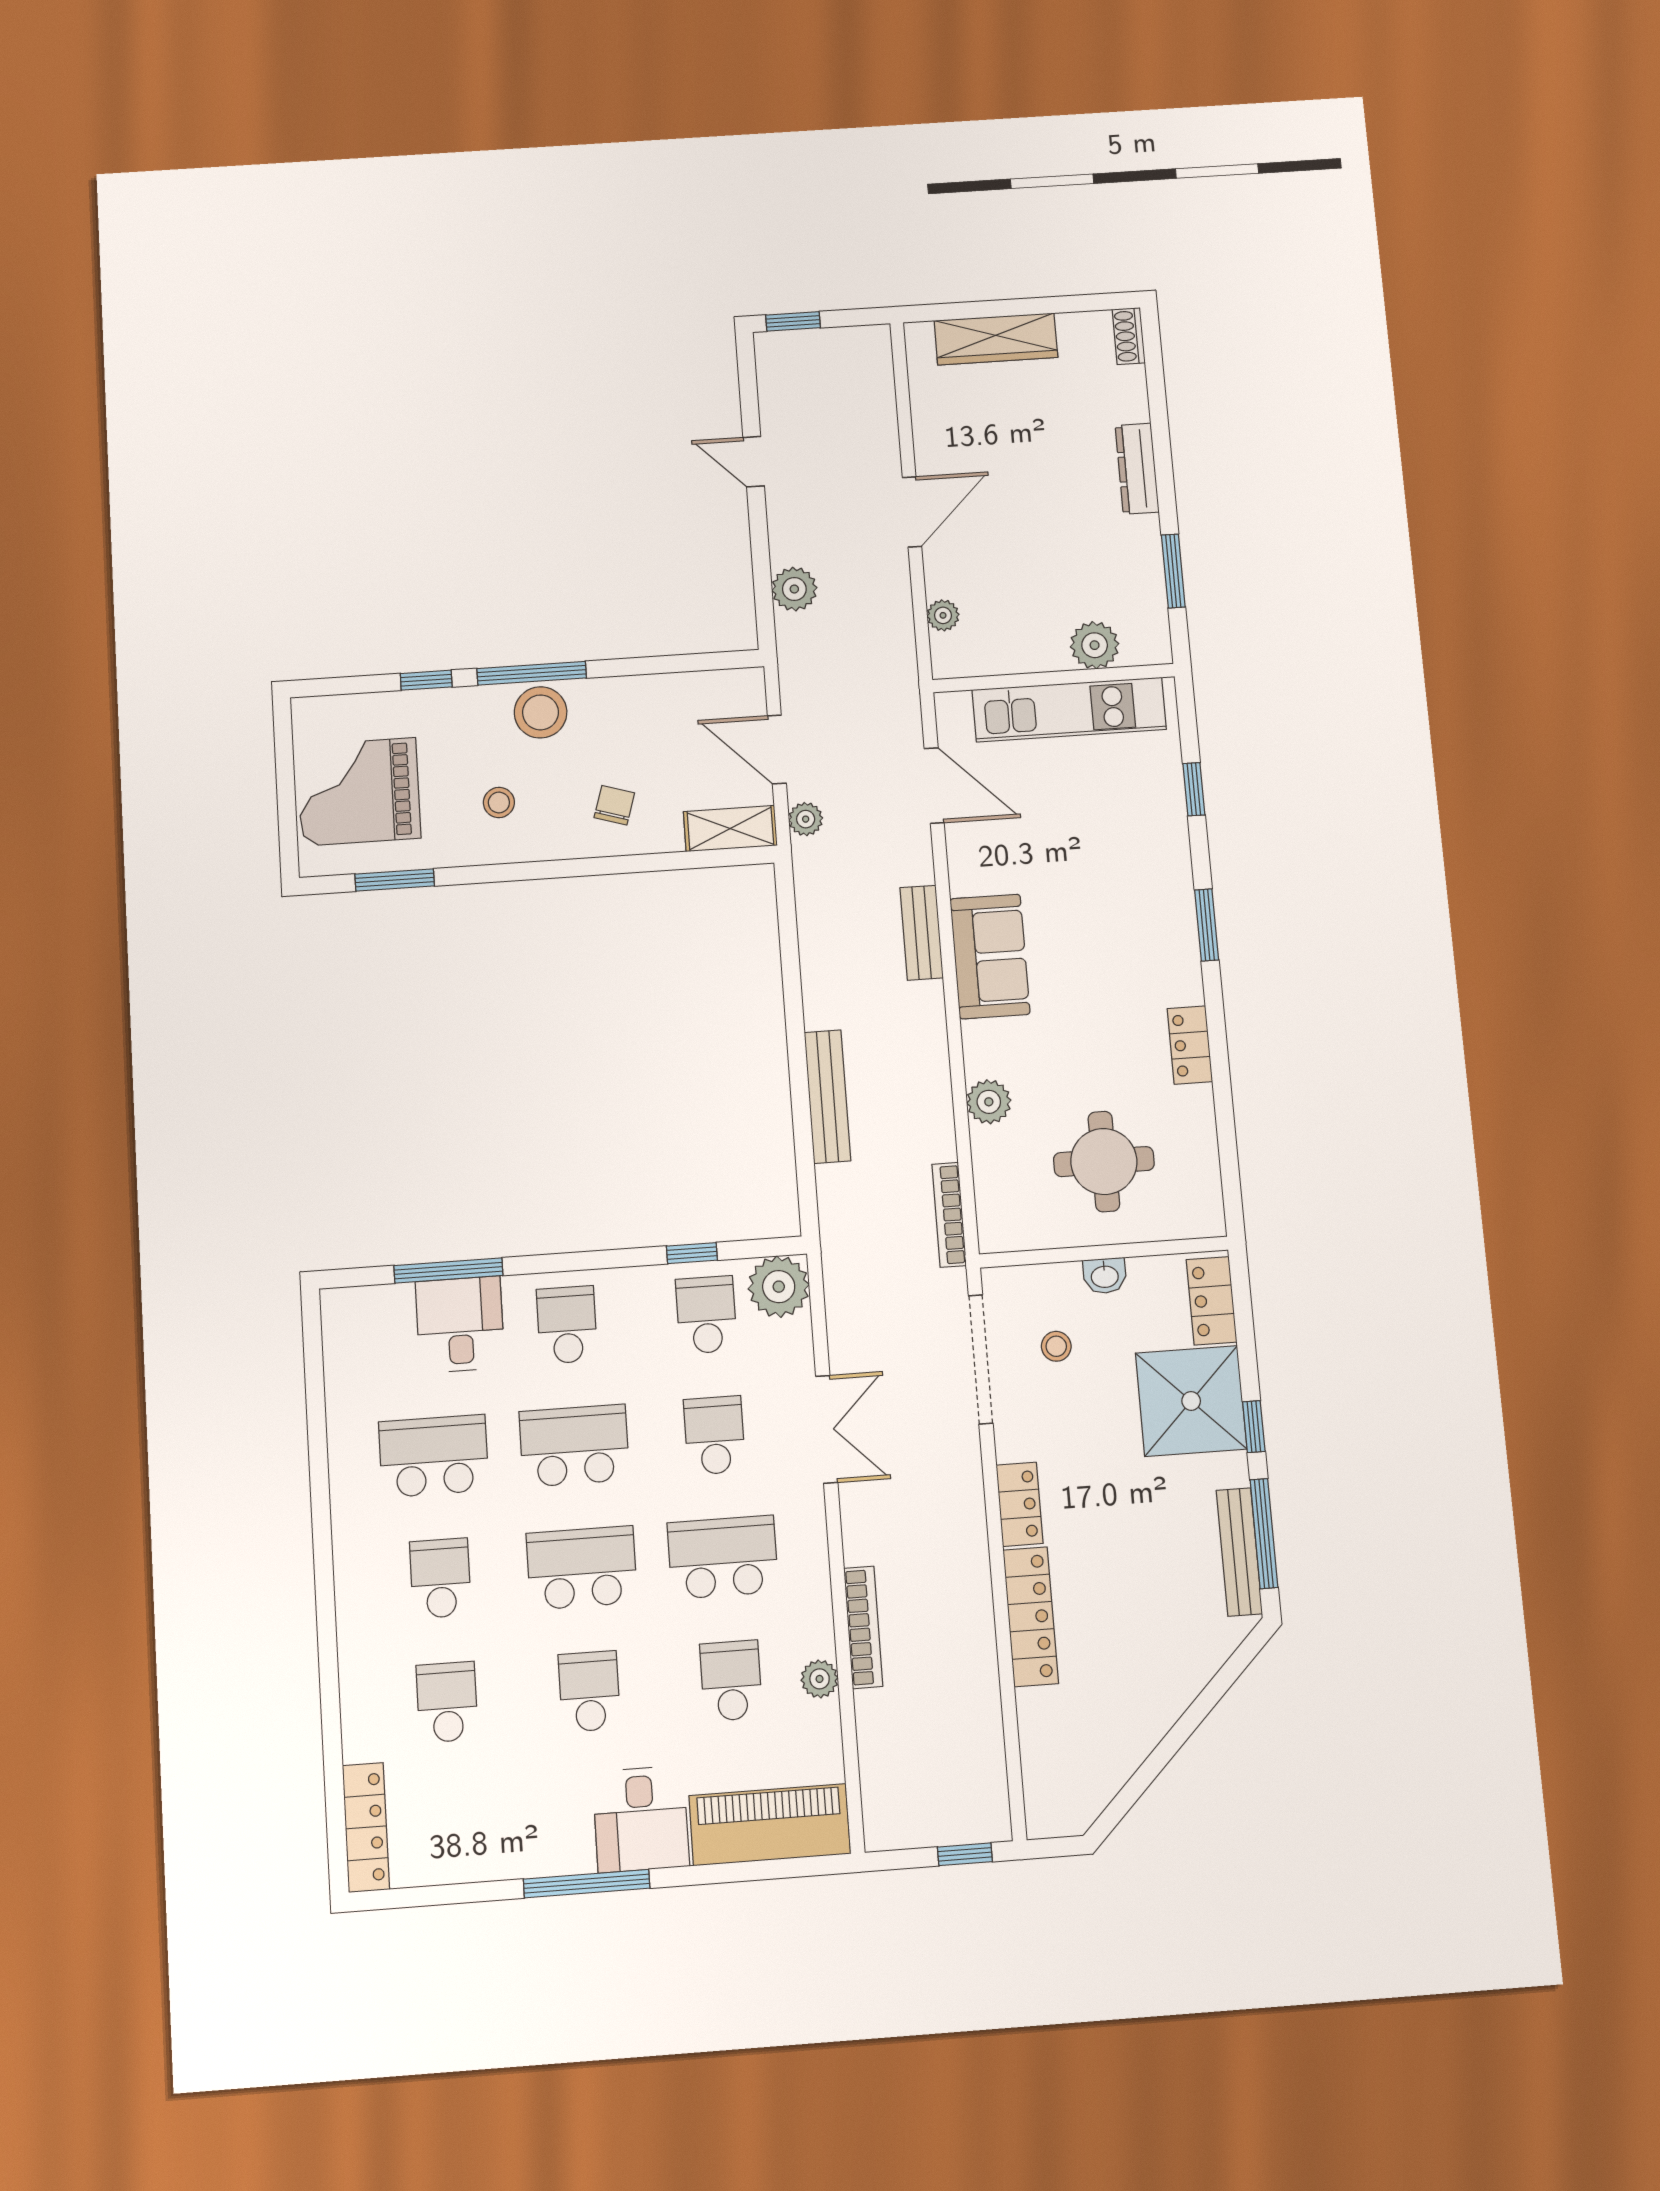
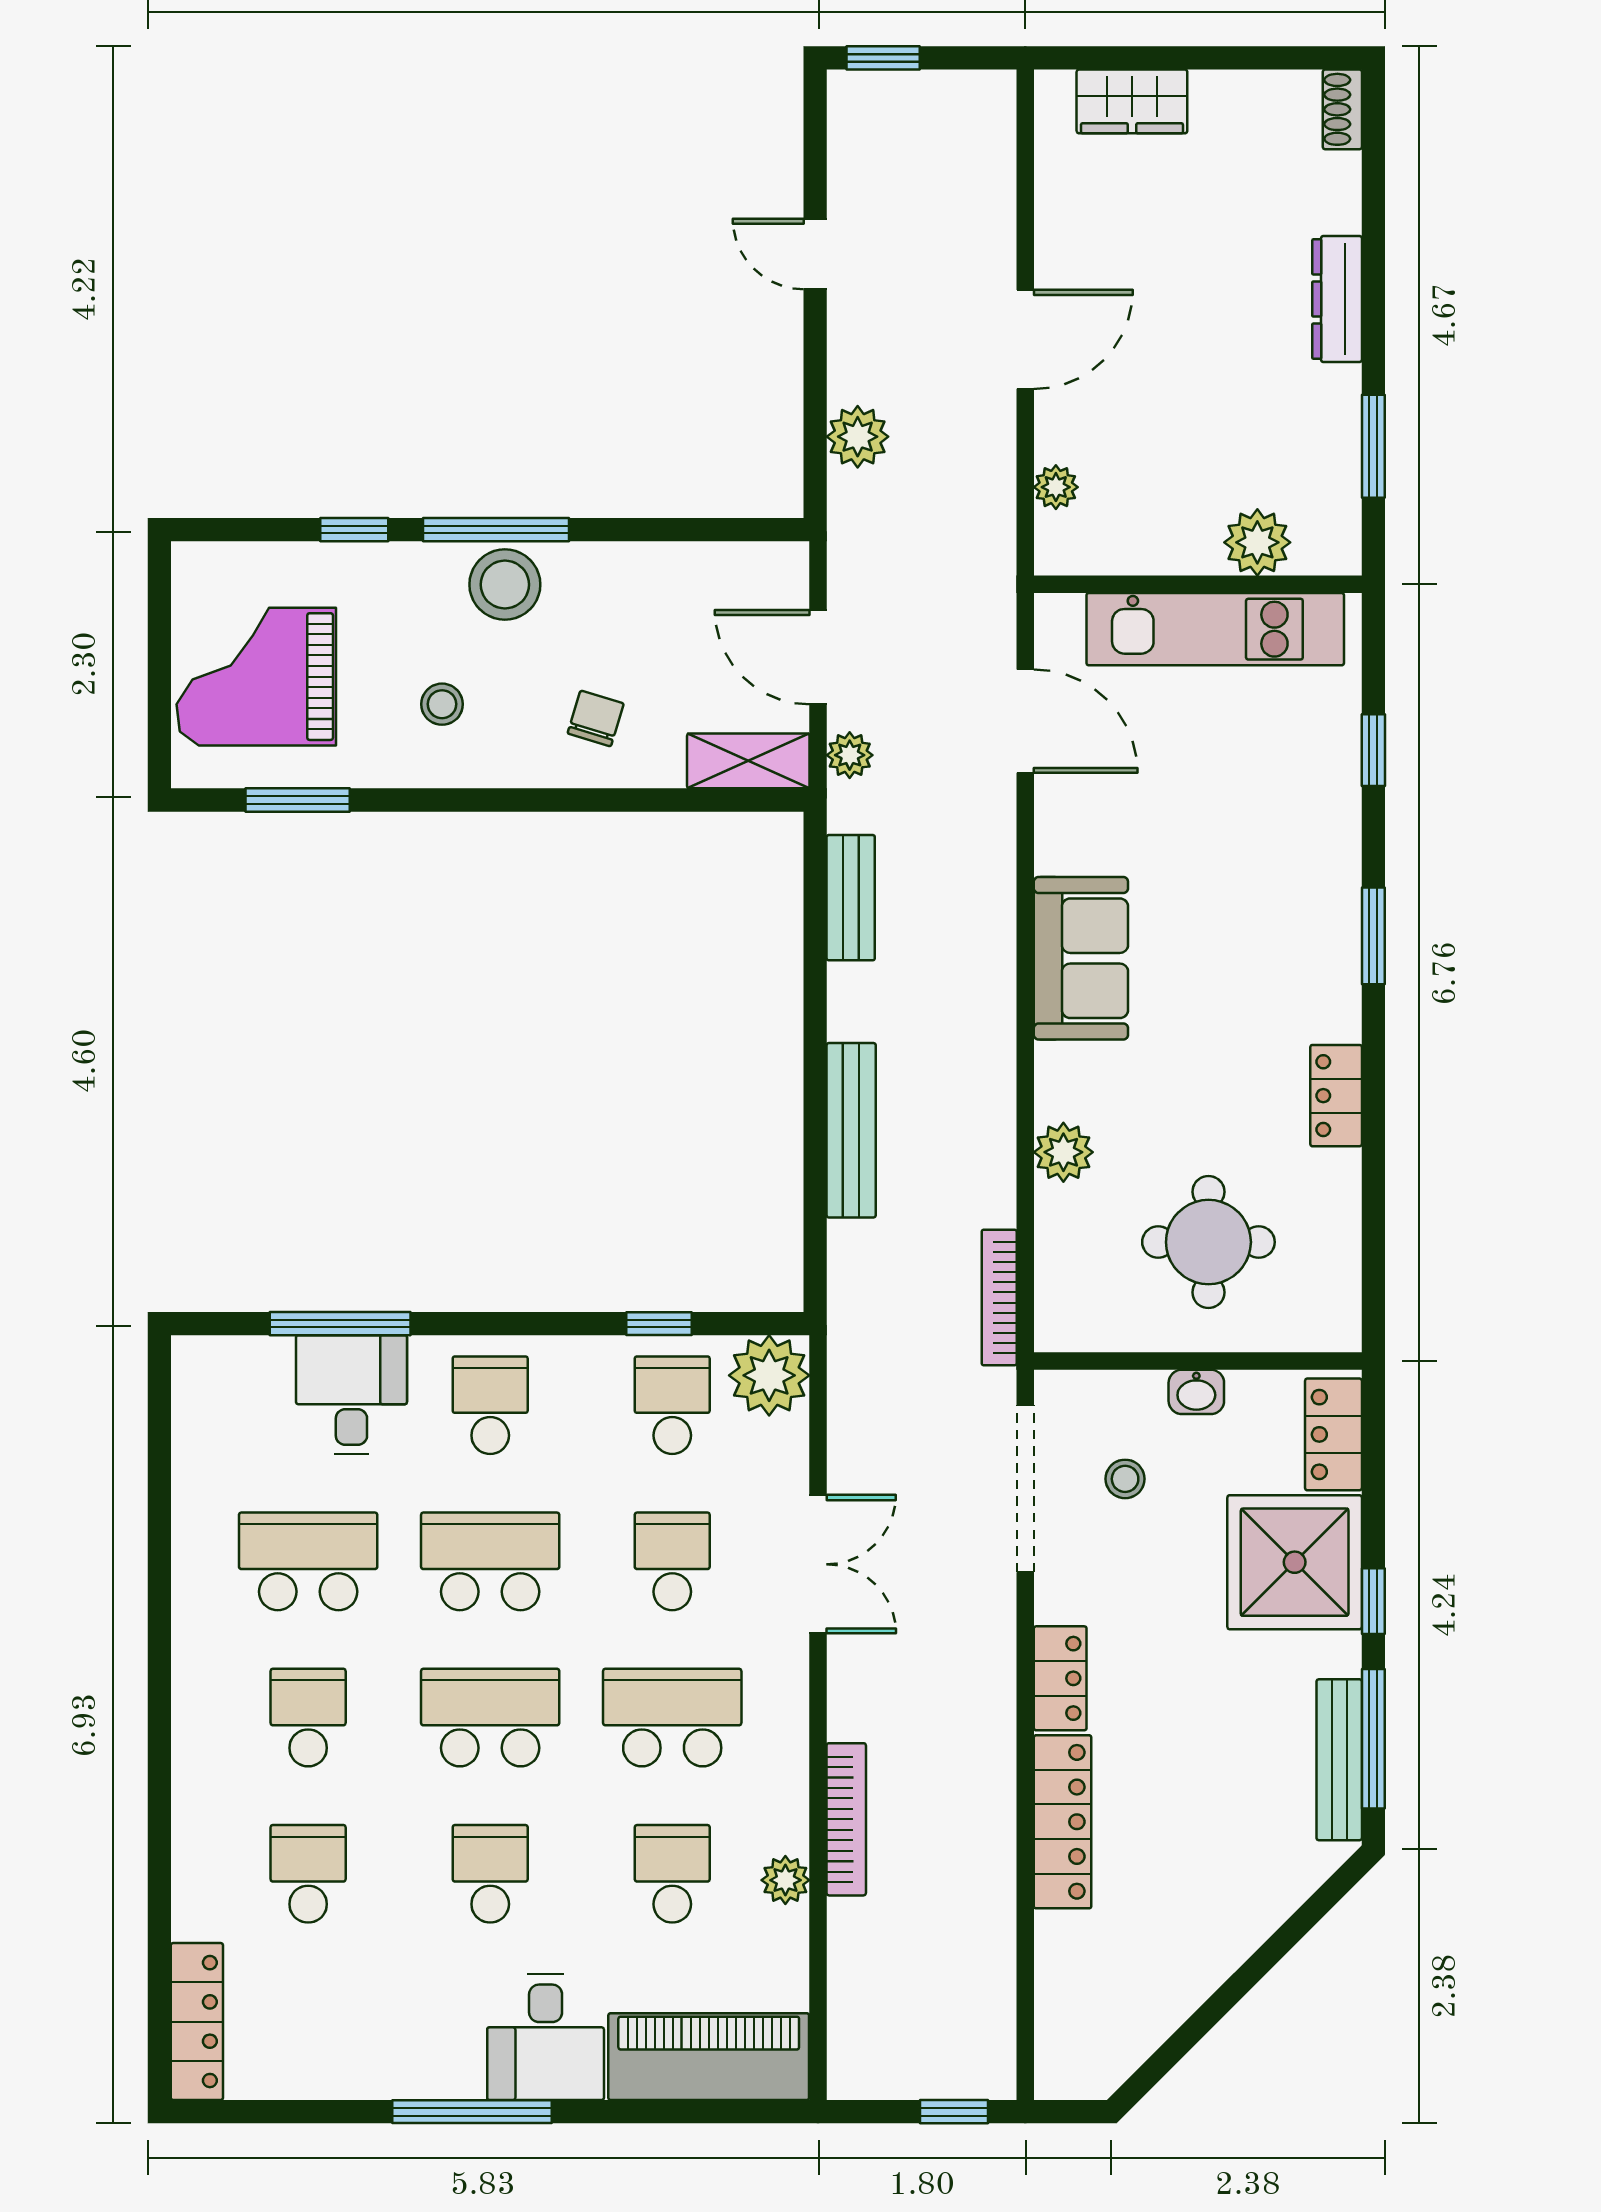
wardrobe: (996, 339) -> (1132, 101), width x0.67
bench: (922, 933) -> (851, 898), moved

